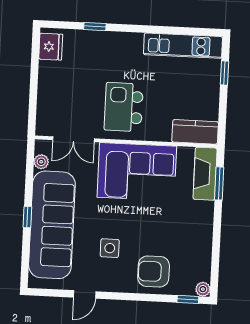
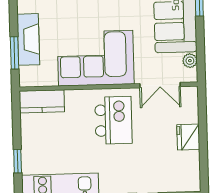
fridge: (51, 47) -> (188, 137), moved
double door: (74, 139) -> (160, 85), swing flipped
fireplace: (205, 174) -> (28, 39), moved

